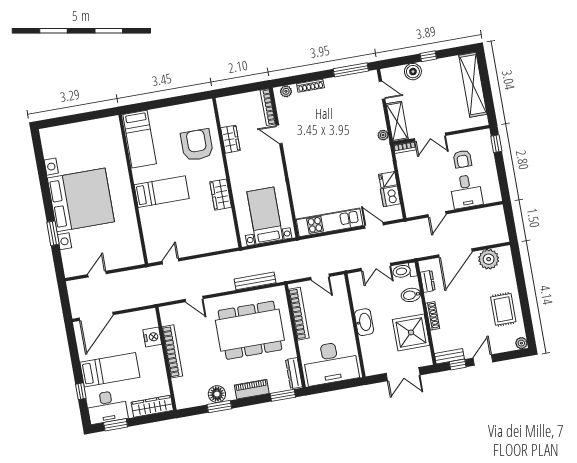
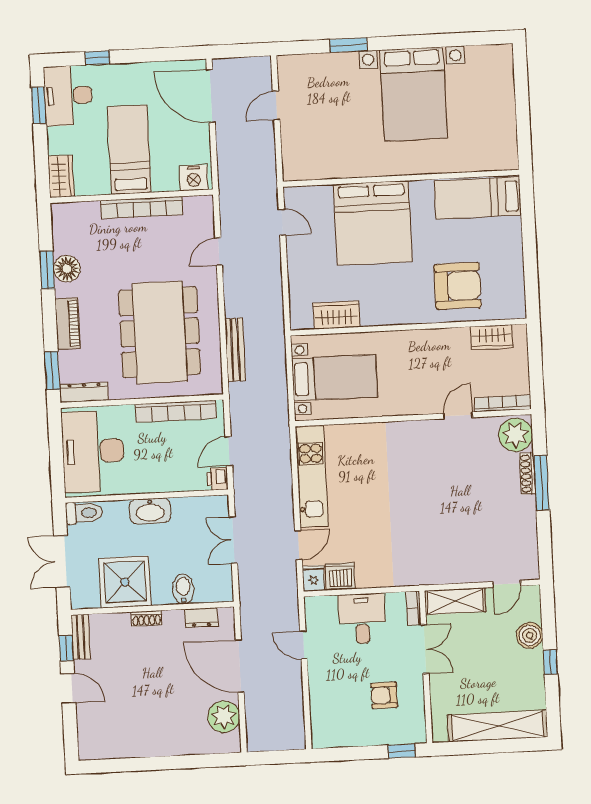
window: (351, 70) -> (541, 483), moved
plant: (286, 91) -> (516, 435), width x1.88, depth x1.88
plant: (383, 135) -> (437, 577), removed
double door: (430, 137) -> (425, 649), swing flipped
wardrobe: (230, 139) -> (492, 337), moved
fridge: (388, 180) -> (313, 578), moved
desk: (466, 191) -> (362, 618), moved, turned 90
bed: (162, 192) -> (373, 223), width x2.04
wardrobe: (221, 195) -> (336, 315), moved
bed with nightstands: (81, 200) -> (414, 94), width x0.73
toilet: (405, 271) -> (84, 513), moved, turned 90
door: (97, 274) -> (276, 106), swing flipped
printer: (338, 282) -> (217, 479), added
rug: (503, 309) -> (143, 730), removed
shoe rack: (433, 316) -> (147, 619), width x0.70
nightstand: (152, 337) -> (194, 178), moved
plant: (521, 343) -> (87, 751), removed
bed: (110, 370) -> (129, 150), moved, turned 180
wardrobe: (152, 406) -> (61, 176), width x0.67

